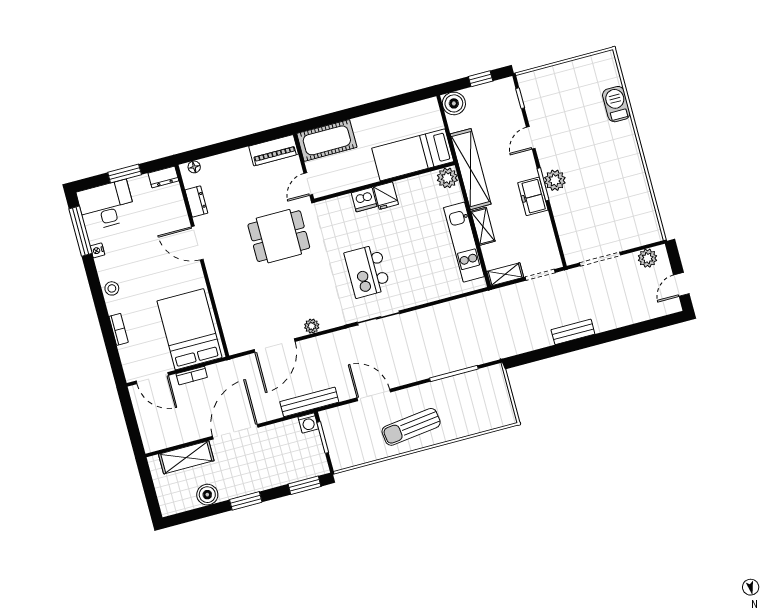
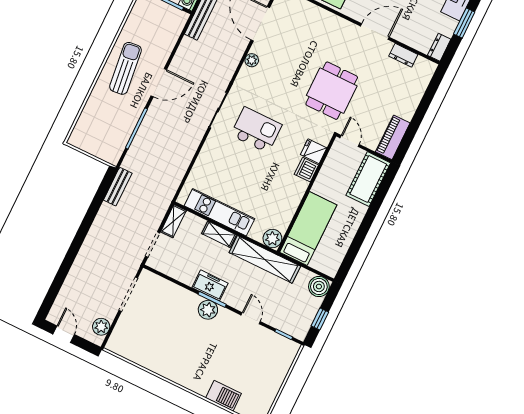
floor lamp: (194, 167) -> (428, 74), removed
fridge: (386, 196) -> (314, 151), moved
bench: (573, 332) -> (118, 187), moved
door: (374, 395) -> (159, 83), moved

